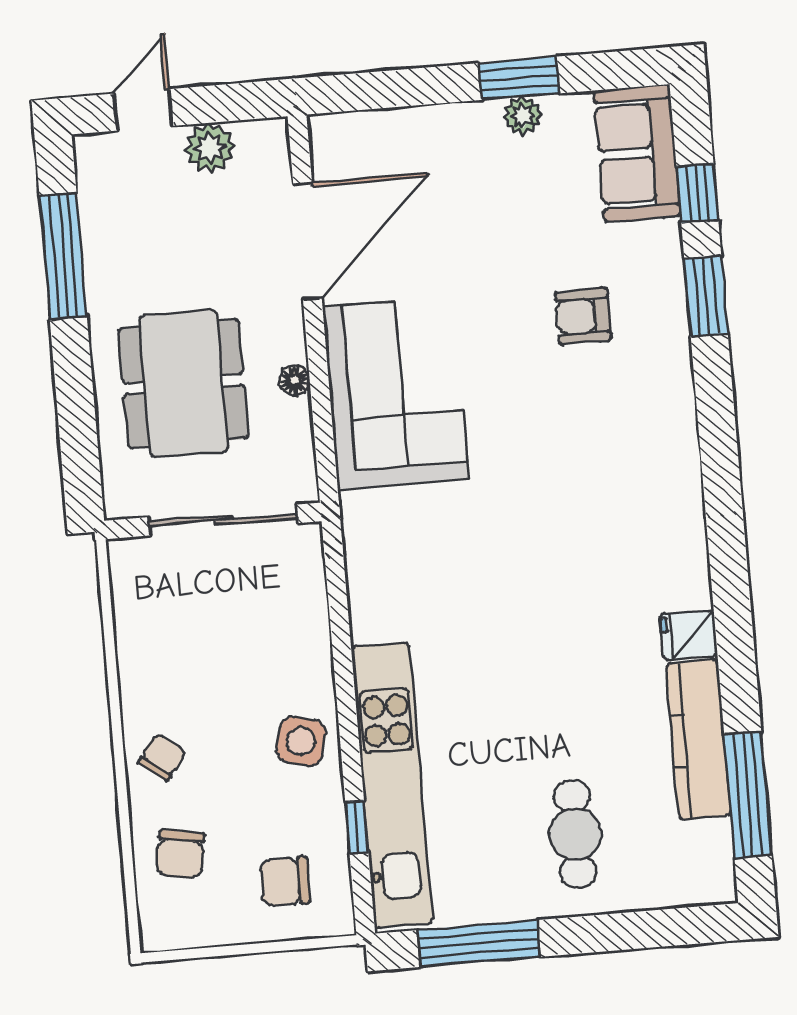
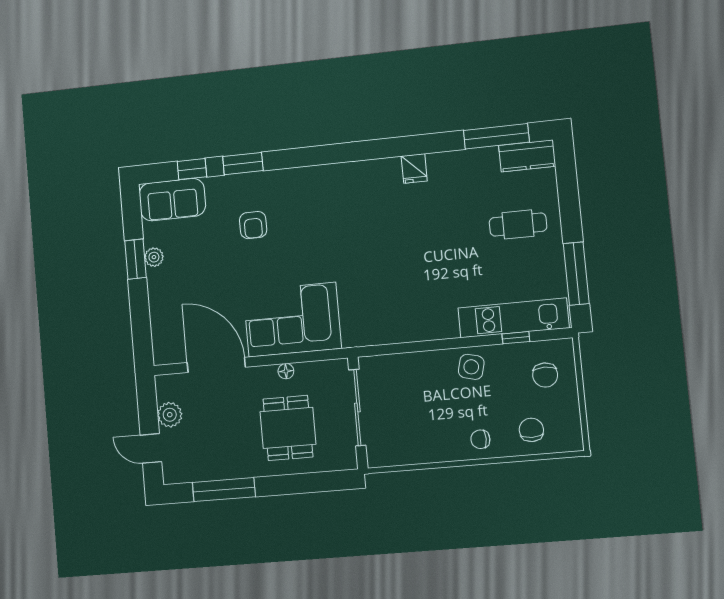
dining table: (184, 384) -> (288, 428), width x0.73
kitchen counter: (698, 739) -> (527, 156), moved, width x0.67
chair: (162, 757) -> (480, 439), turned -38
kitchen unit: (392, 785) -> (513, 318), width x0.73
chair: (180, 854) -> (531, 430), turned -100

